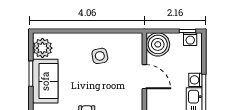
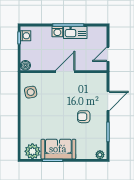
boiler: (158, 44) -> (25, 65), width x0.54, depth x0.54
side table: (100, 56) -> (31, 92), moved
door: (144, 77) -> (65, 72), moved

